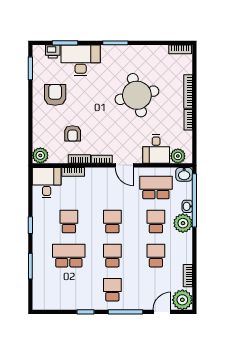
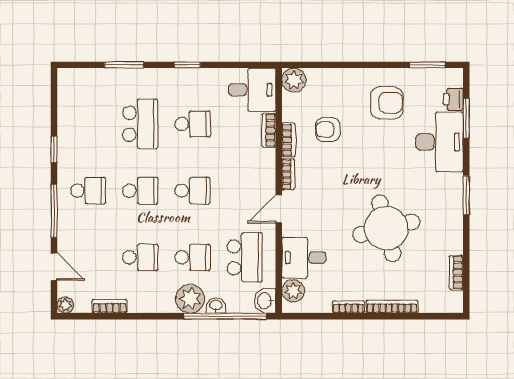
bookcase: (180, 49) -> (456, 273), moved
plant: (182, 300) -> (65, 305), width x0.53, depth x0.53

